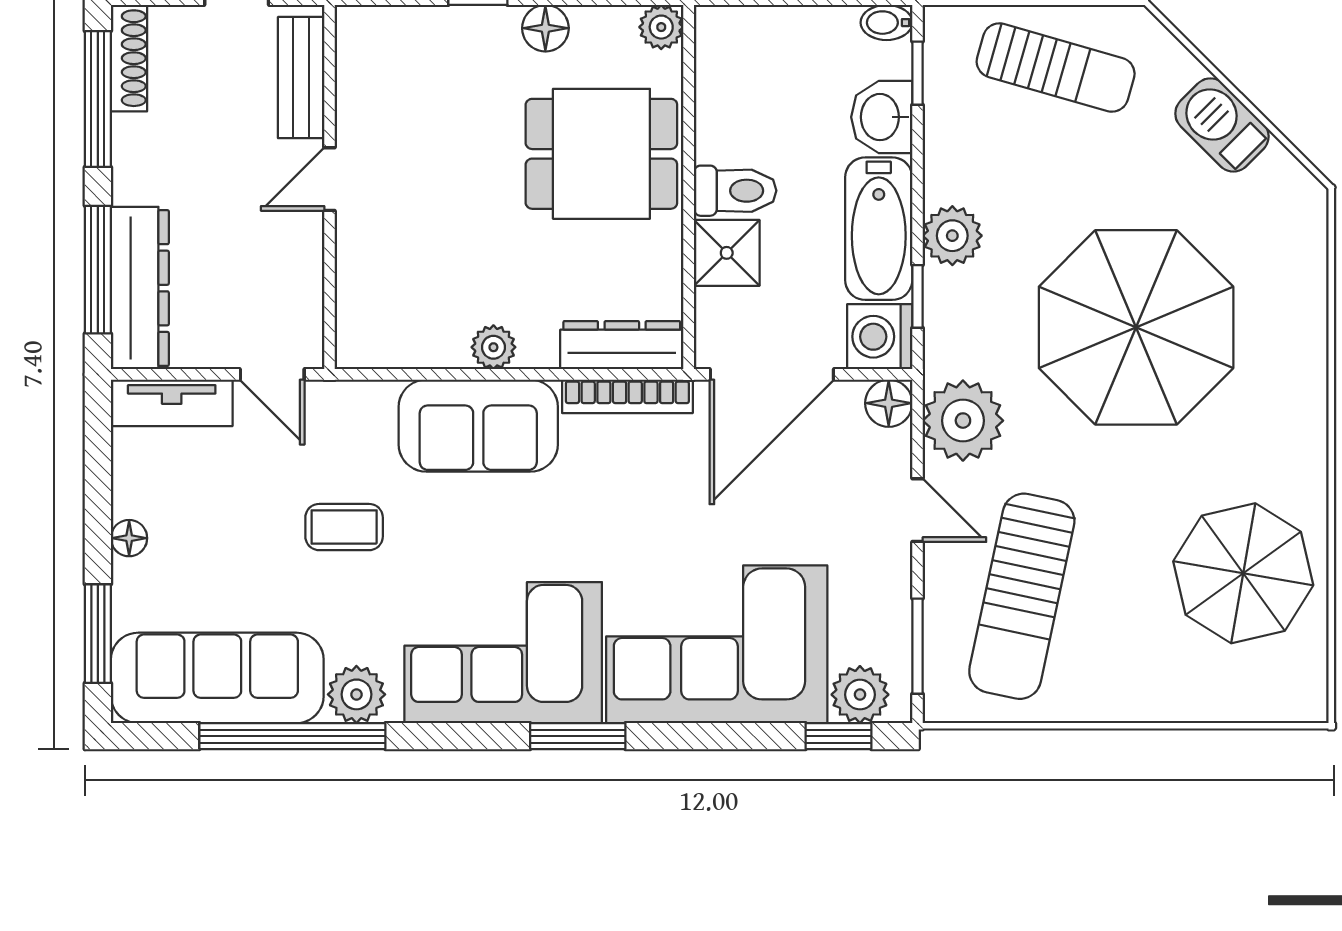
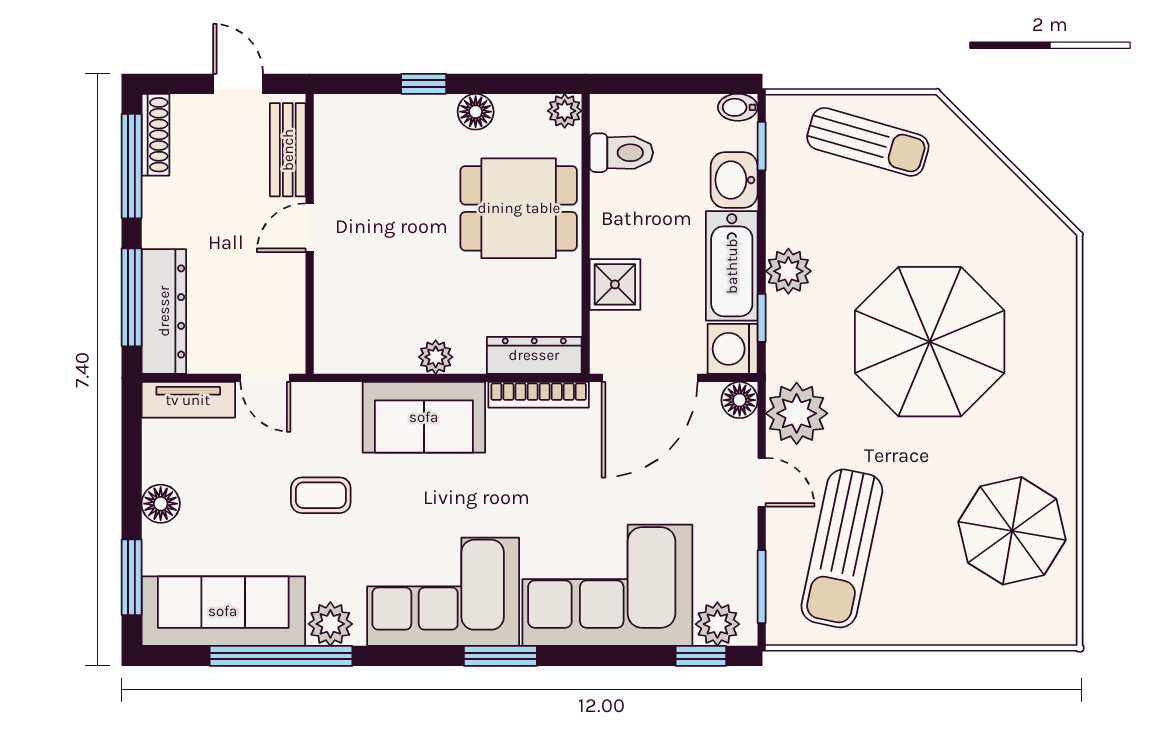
barbecue: (1222, 125) -> (996, 186), removed
toilet: (735, 191) -> (621, 153), moved
floor lamp: (129, 538) -> (161, 504), width x1.37, depth x1.37

